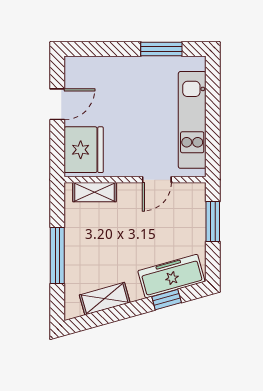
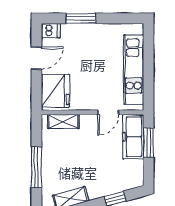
window: (161, 49) -> (81, 18), moved
dishwasher: (77, 66) -> (51, 31), added
freezer: (171, 276) -> (133, 137), moved, turned -74

